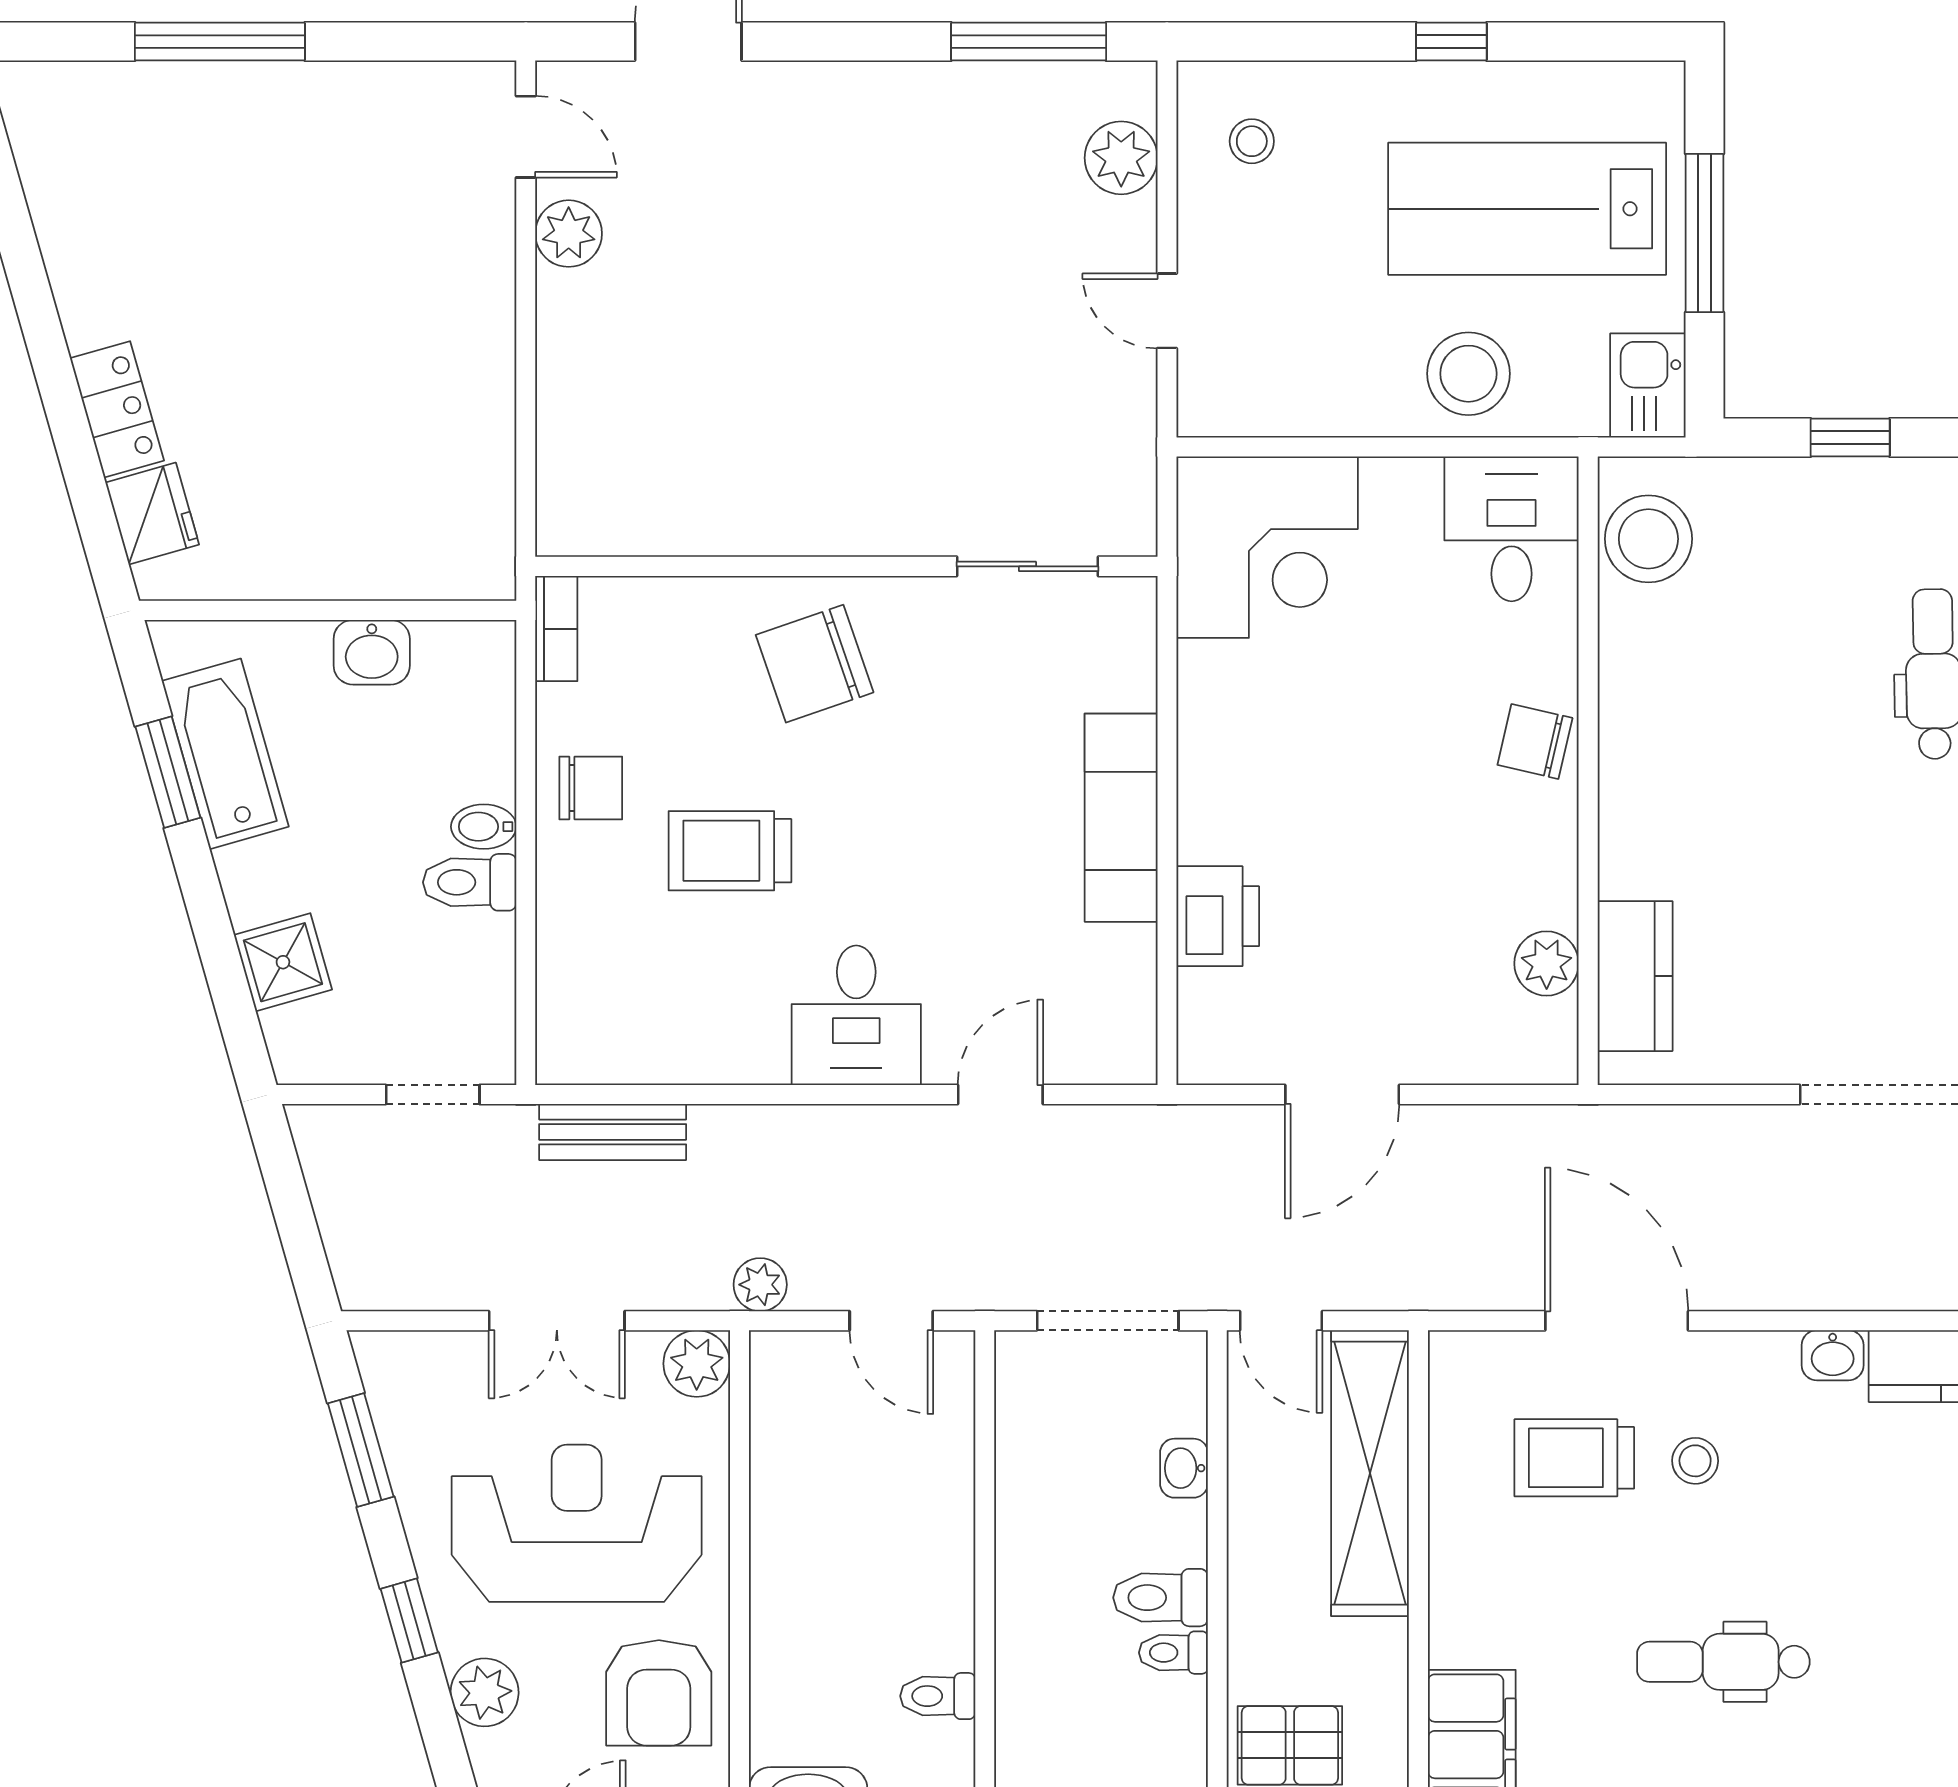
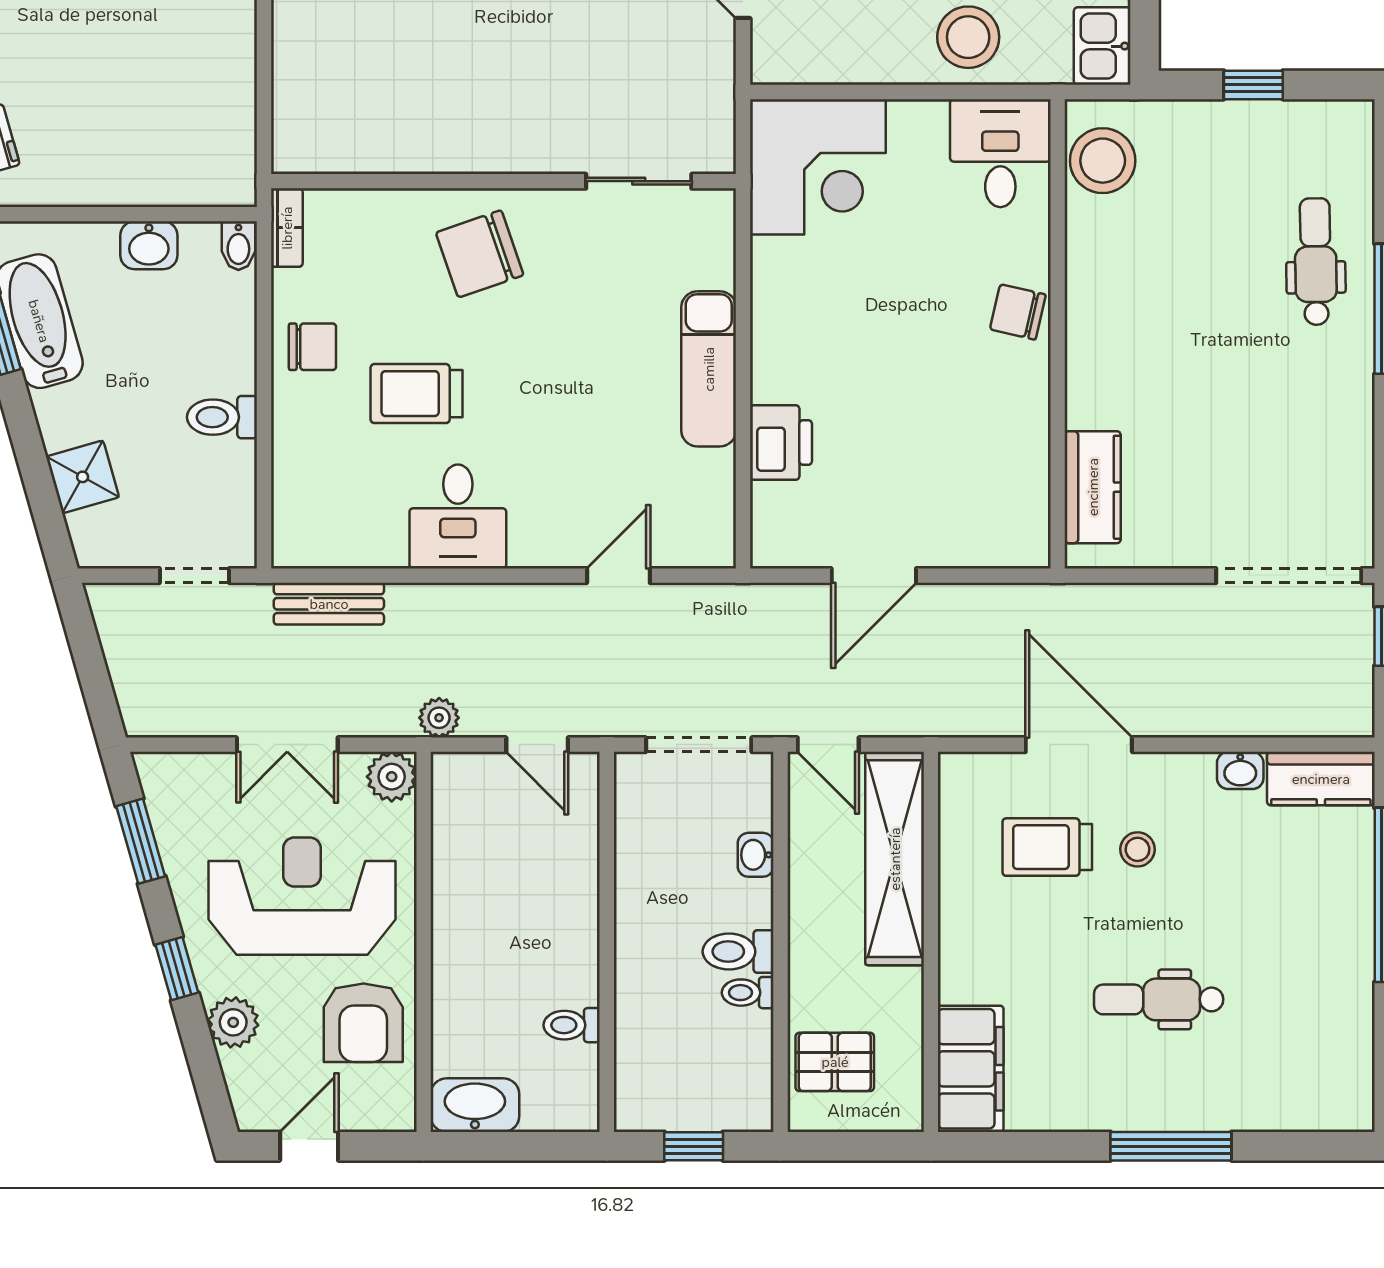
bidet: (484, 827) -> (238, 246), moved, turned -90
plant: (1547, 964) -> (1026, 478), removed
desk: (856, 1015) -> (458, 516), moved

